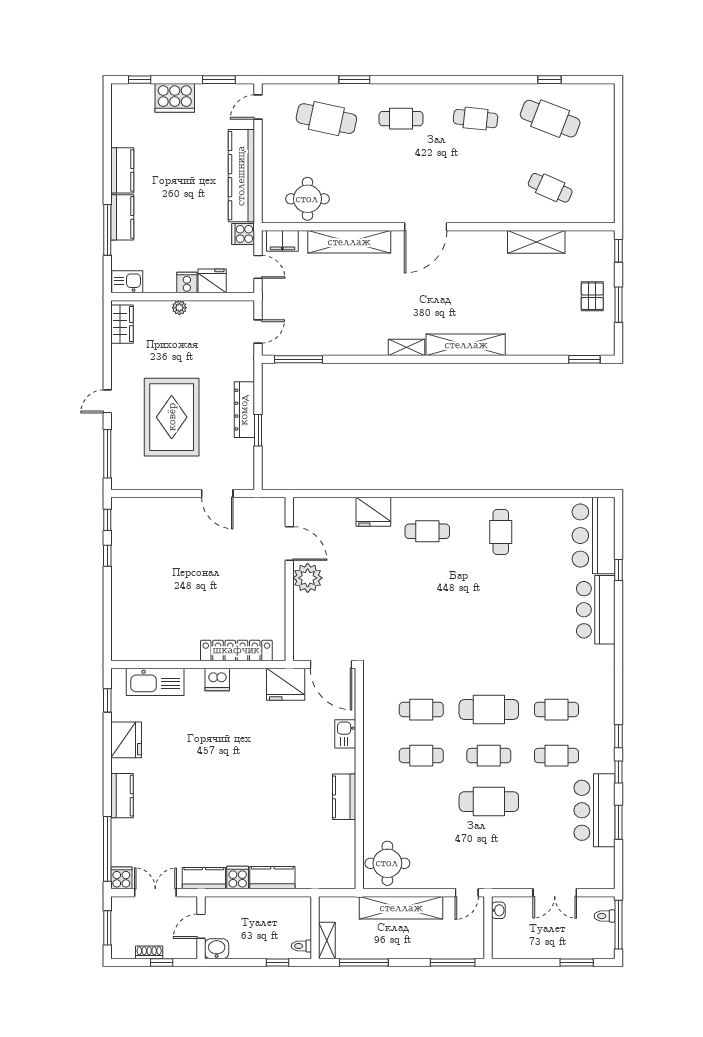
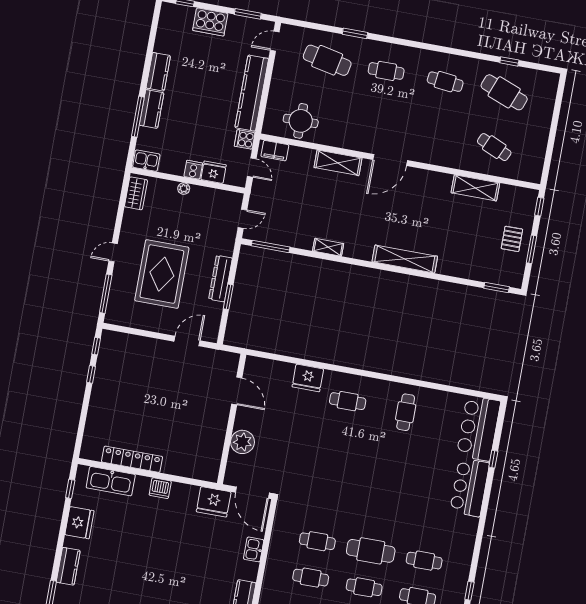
shelving: (349, 242) -> (338, 163), width x0.68
shelving: (407, 347) -> (328, 247), moved
door: (217, 493) -> (187, 341), swing flipped
plant: (308, 578) -> (242, 442), moved
locker: (236, 650) -> (132, 459), moved

